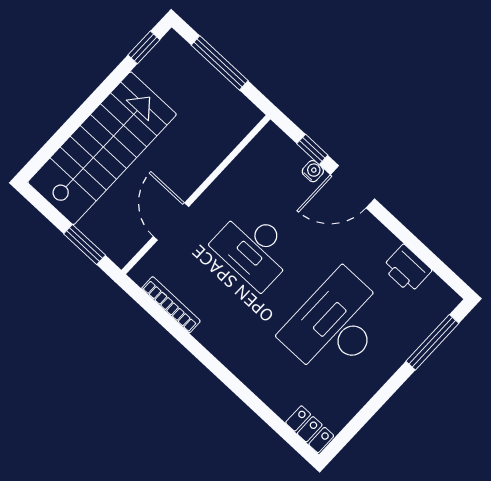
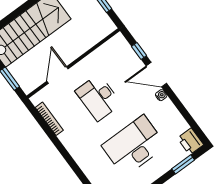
water cooler: (313, 171) -> (161, 95), moved
printer: (407, 269) -> (190, 141), moved
window: (432, 342) -> (183, 164), width x0.69

